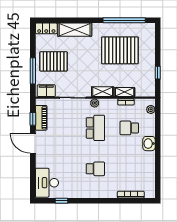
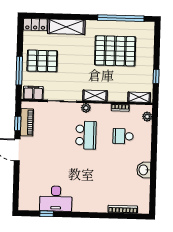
shelving: (125, 92) -> (139, 97), moved
washbasin: (149, 144) -> (144, 170), moved
school desk: (95, 169) -> (85, 180), removed
desk: (47, 183) -> (56, 199), moved, turned -90

